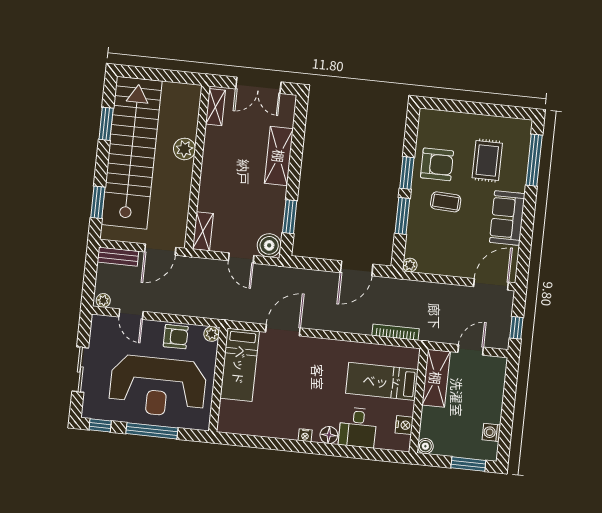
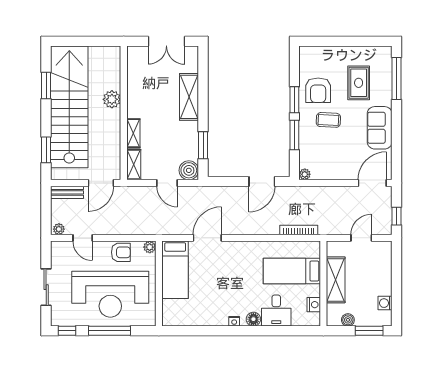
shelving: (215, 107) -> (133, 133), moved
armchair: (437, 164) -> (318, 90), turned 90
shelving: (436, 378) -> (336, 280), moved
boiler: (425, 446) -> (348, 320), moved

